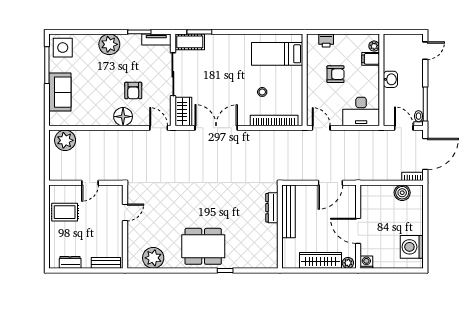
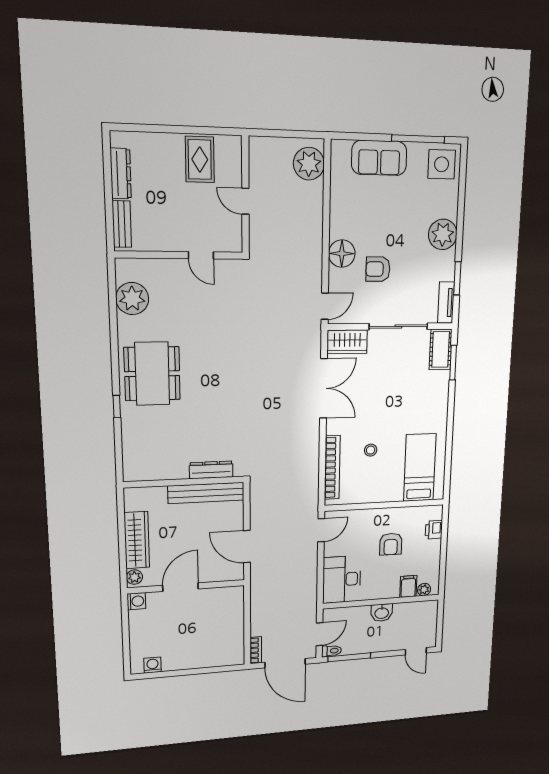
boiler: (402, 193) -> (234, 639), removed
washing machine: (412, 247) -> (153, 665), width x0.53, depth x0.53
dresser: (70, 262) -> (121, 174), width x1.44

